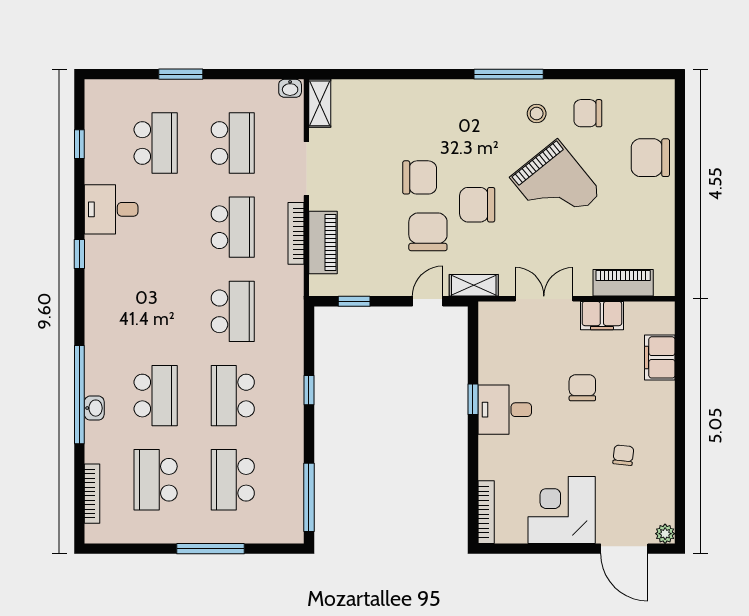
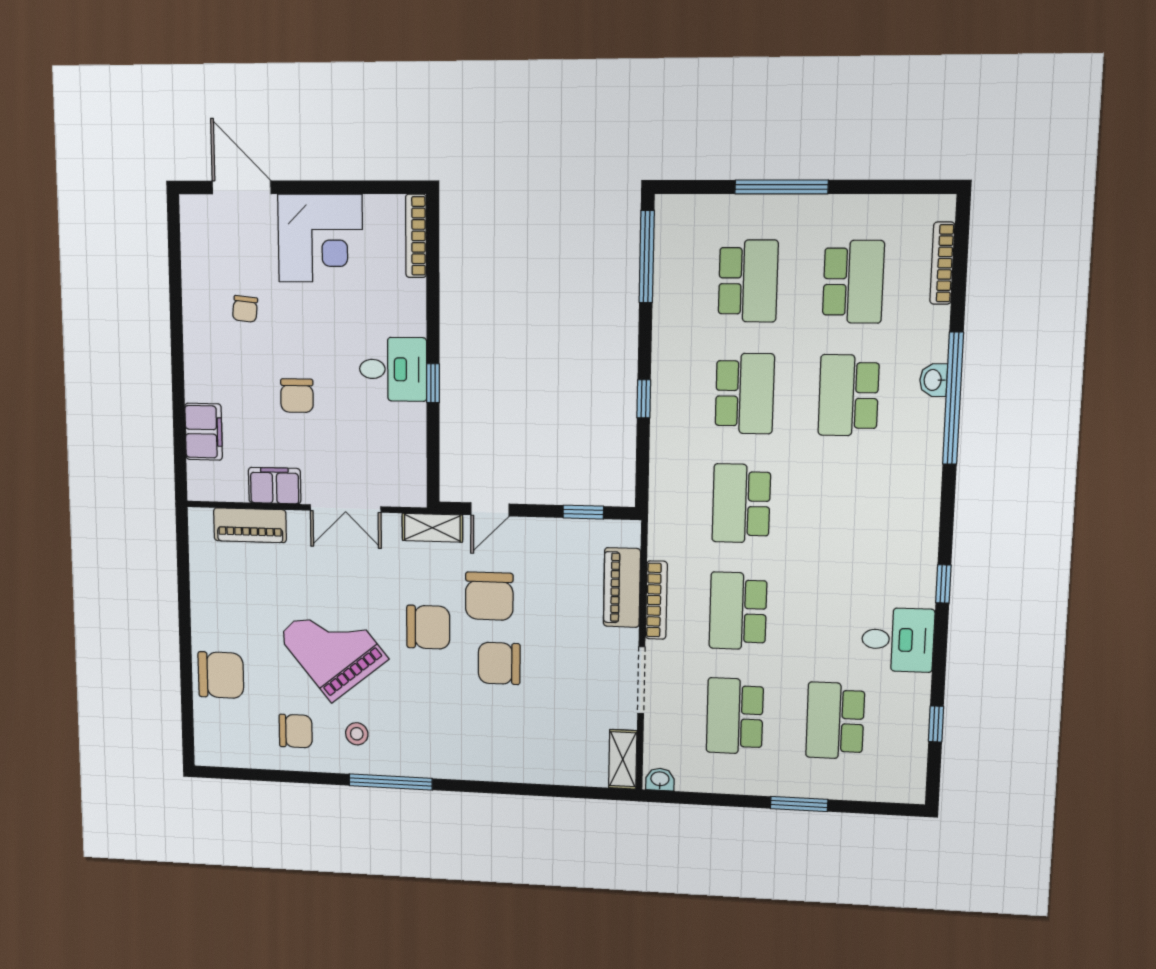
plant: (665, 534) -> (191, 207), removed

